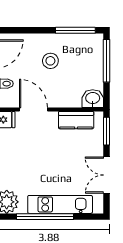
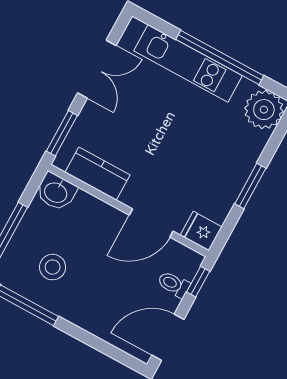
stool: (50, 61) -> (53, 267), moved
door: (34, 109) -> (151, 223), hinge flipped

